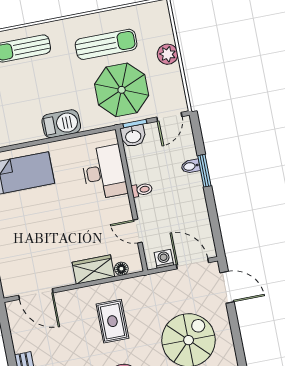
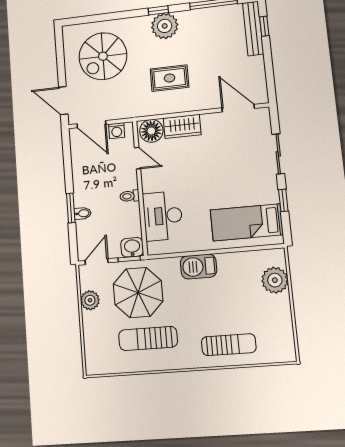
plant: (168, 54) -> (90, 300), moved
floor lamp: (121, 269) -> (151, 131), width x1.89, depth x1.89
rug: (112, 321) -> (169, 78), turned 90

